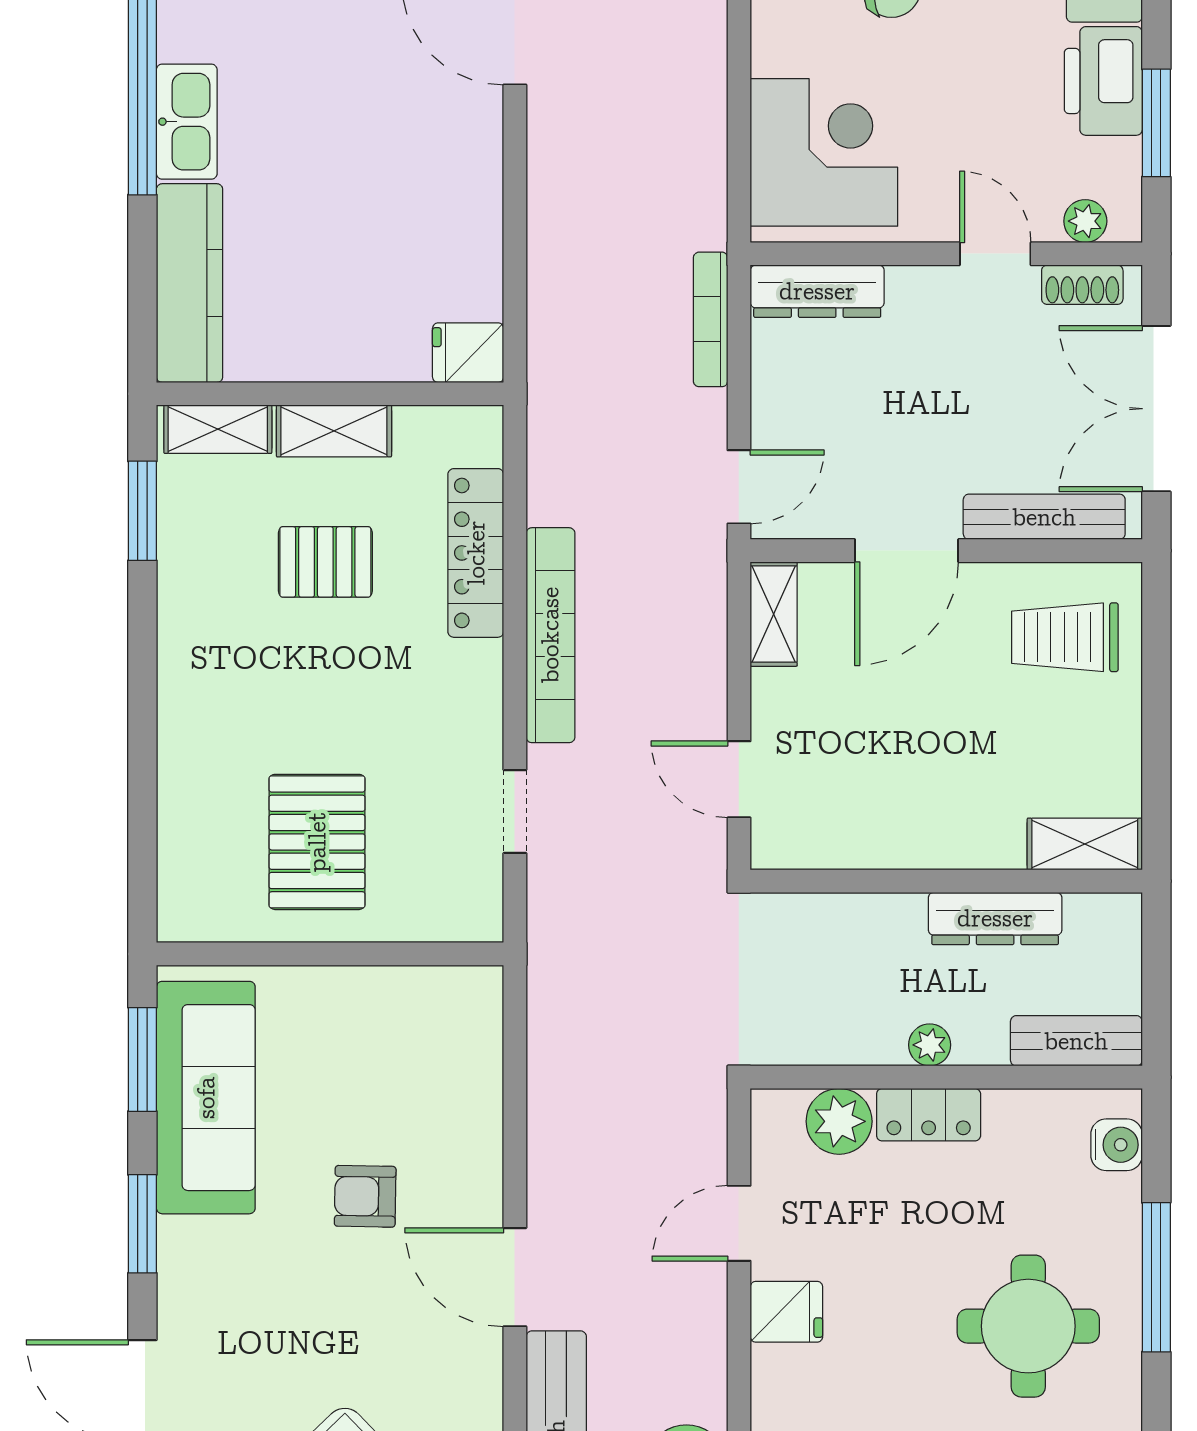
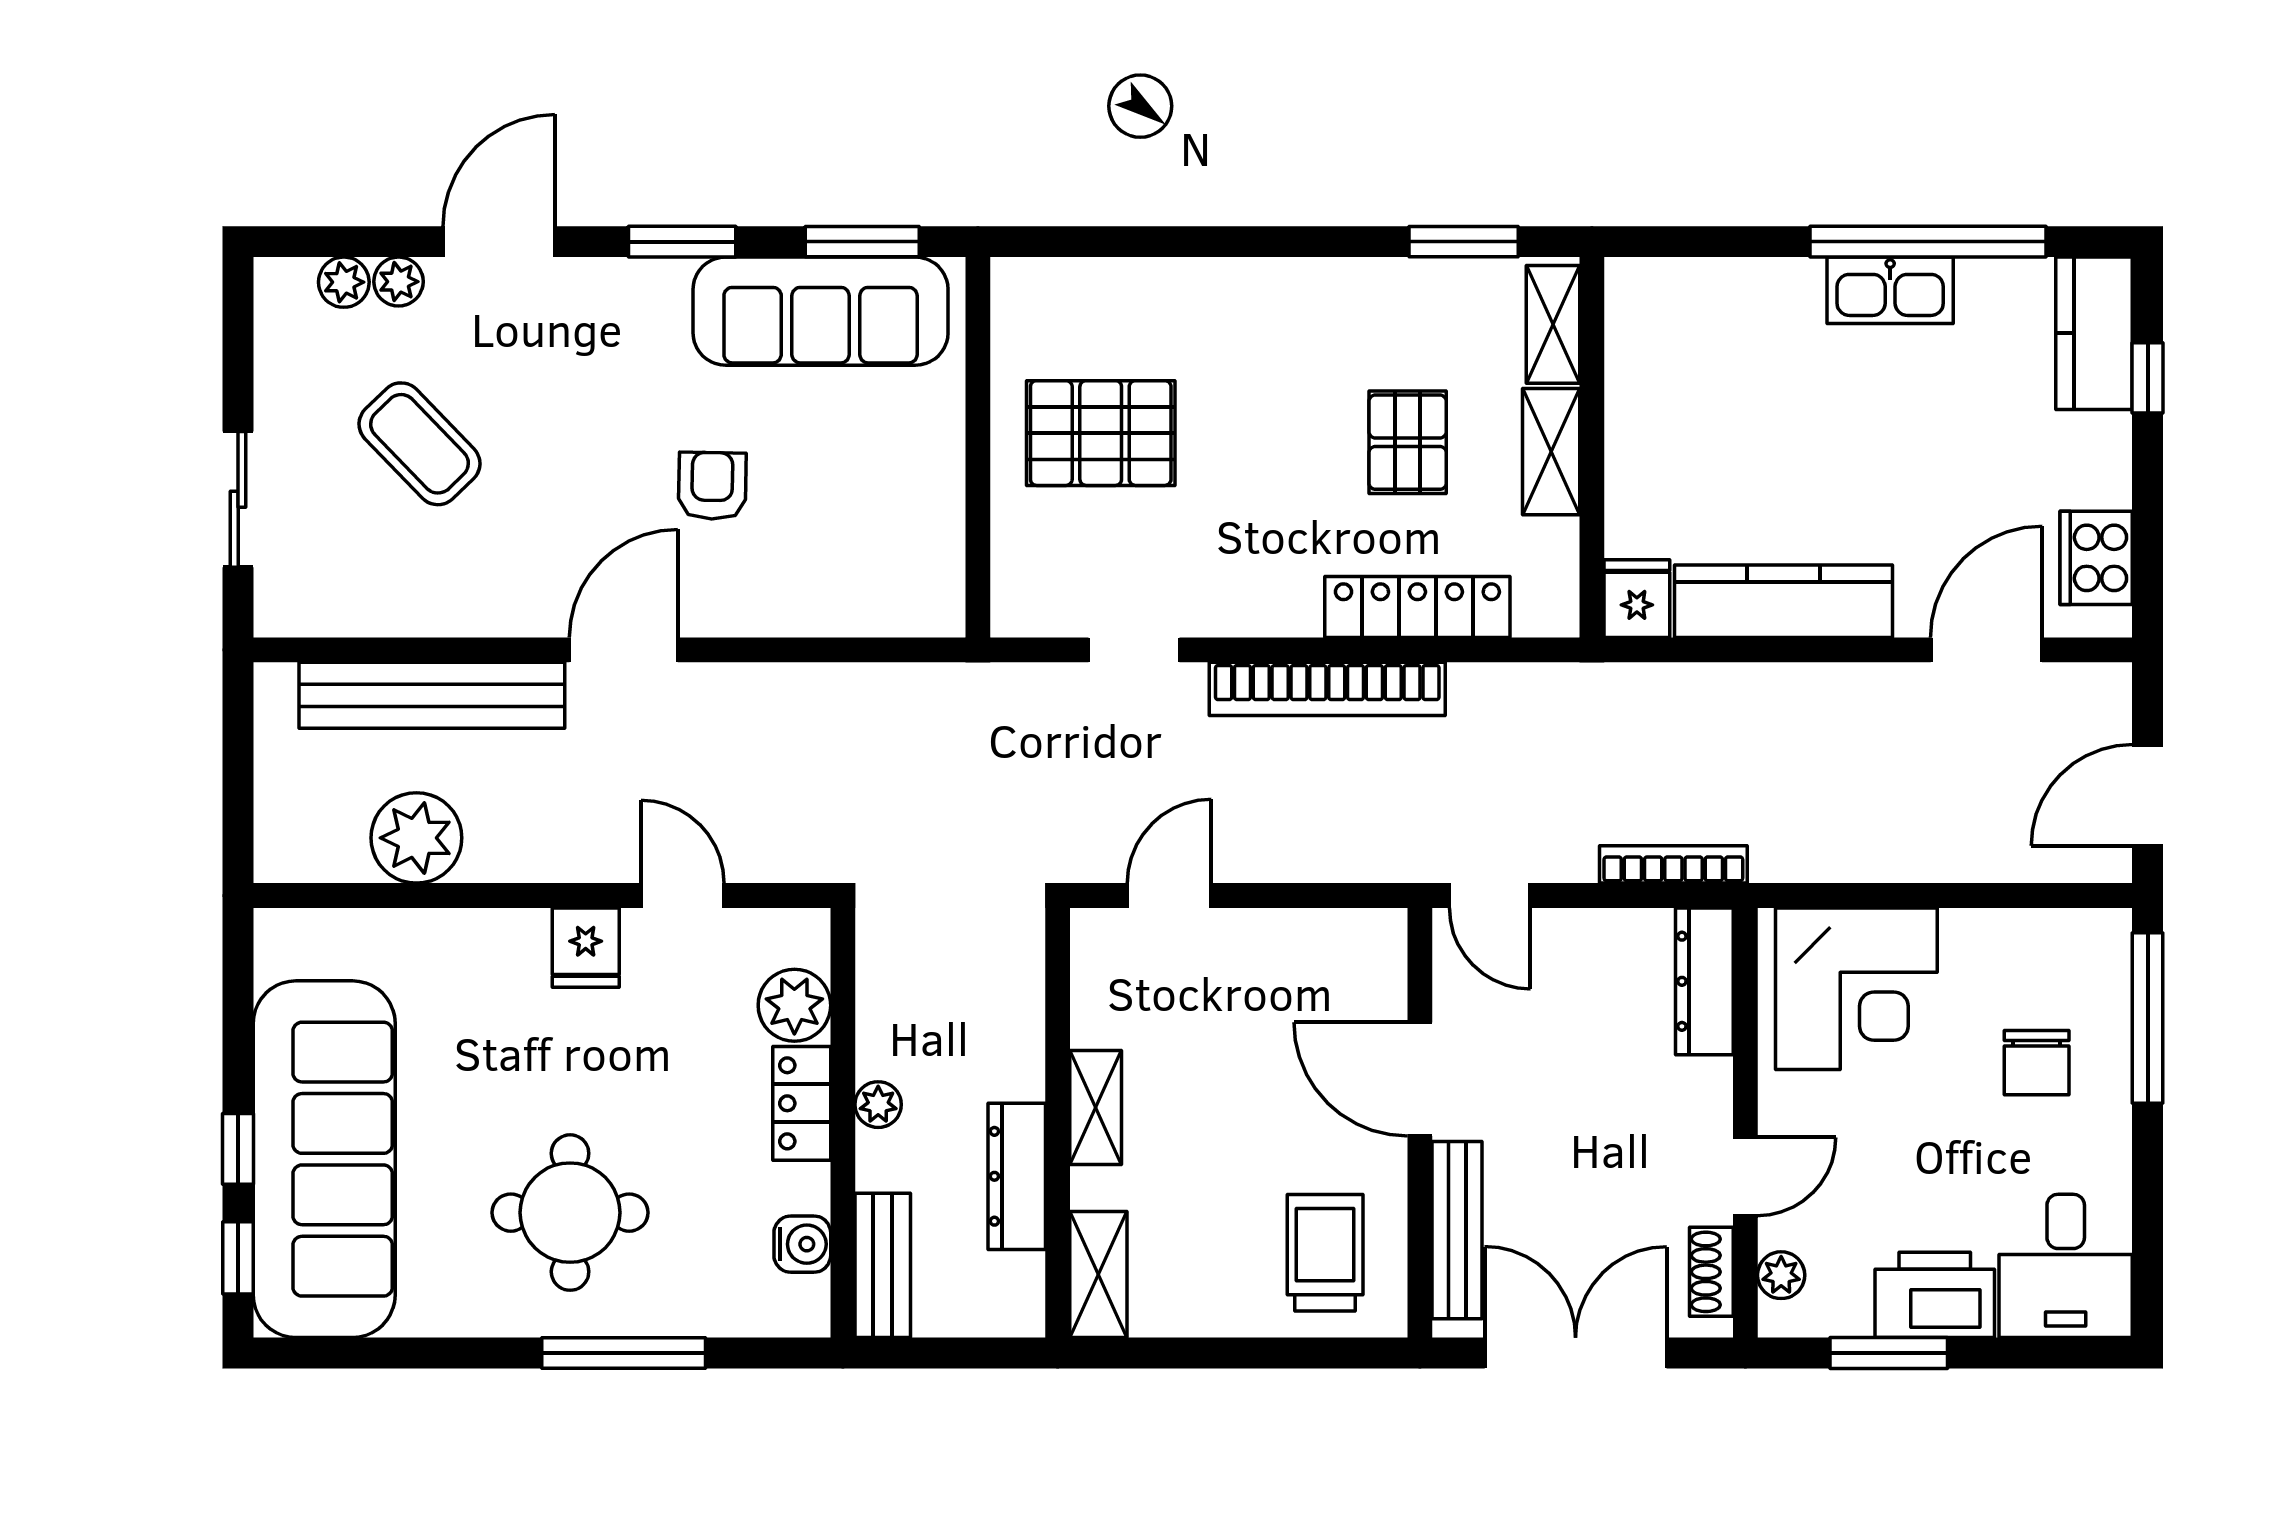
kitchen counter: (190, 283) -> (1784, 601), moved, turned 180
shelving: (774, 614) -> (1096, 1107), moved, turned 90
water cooler: (1117, 1145) -> (802, 1244), moved, turned -90

